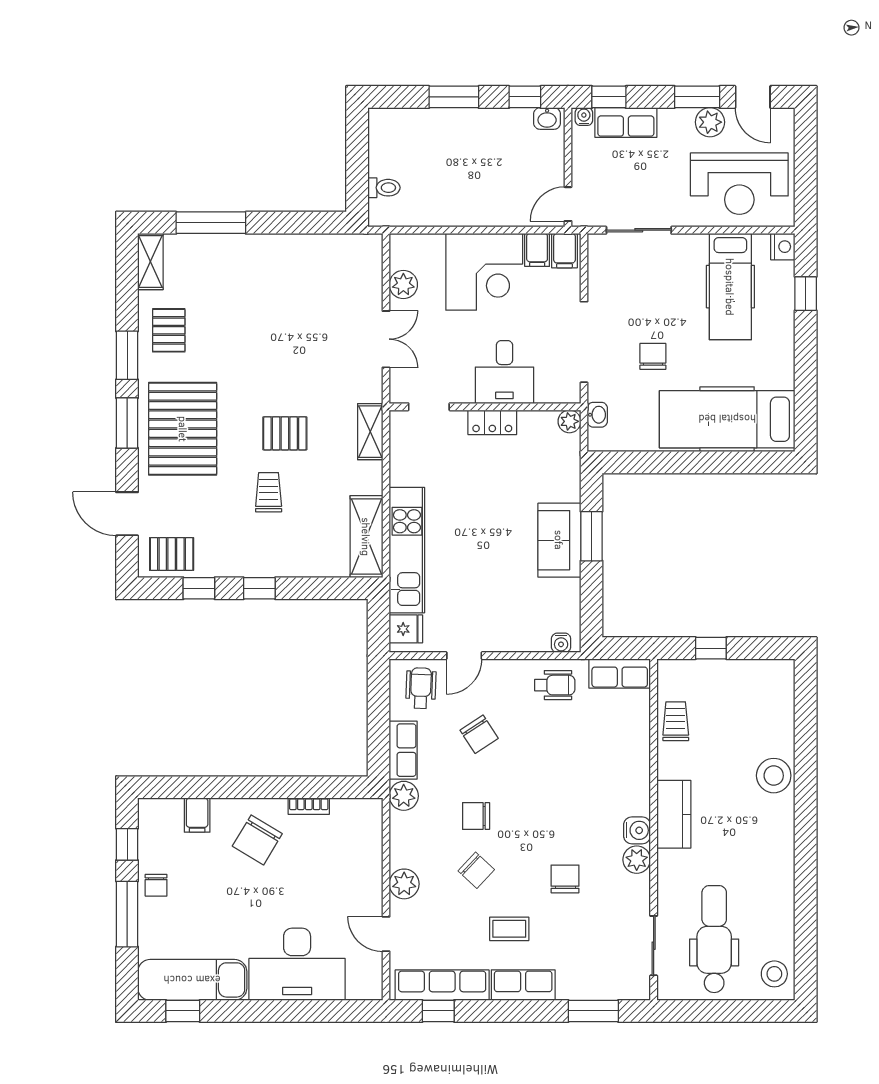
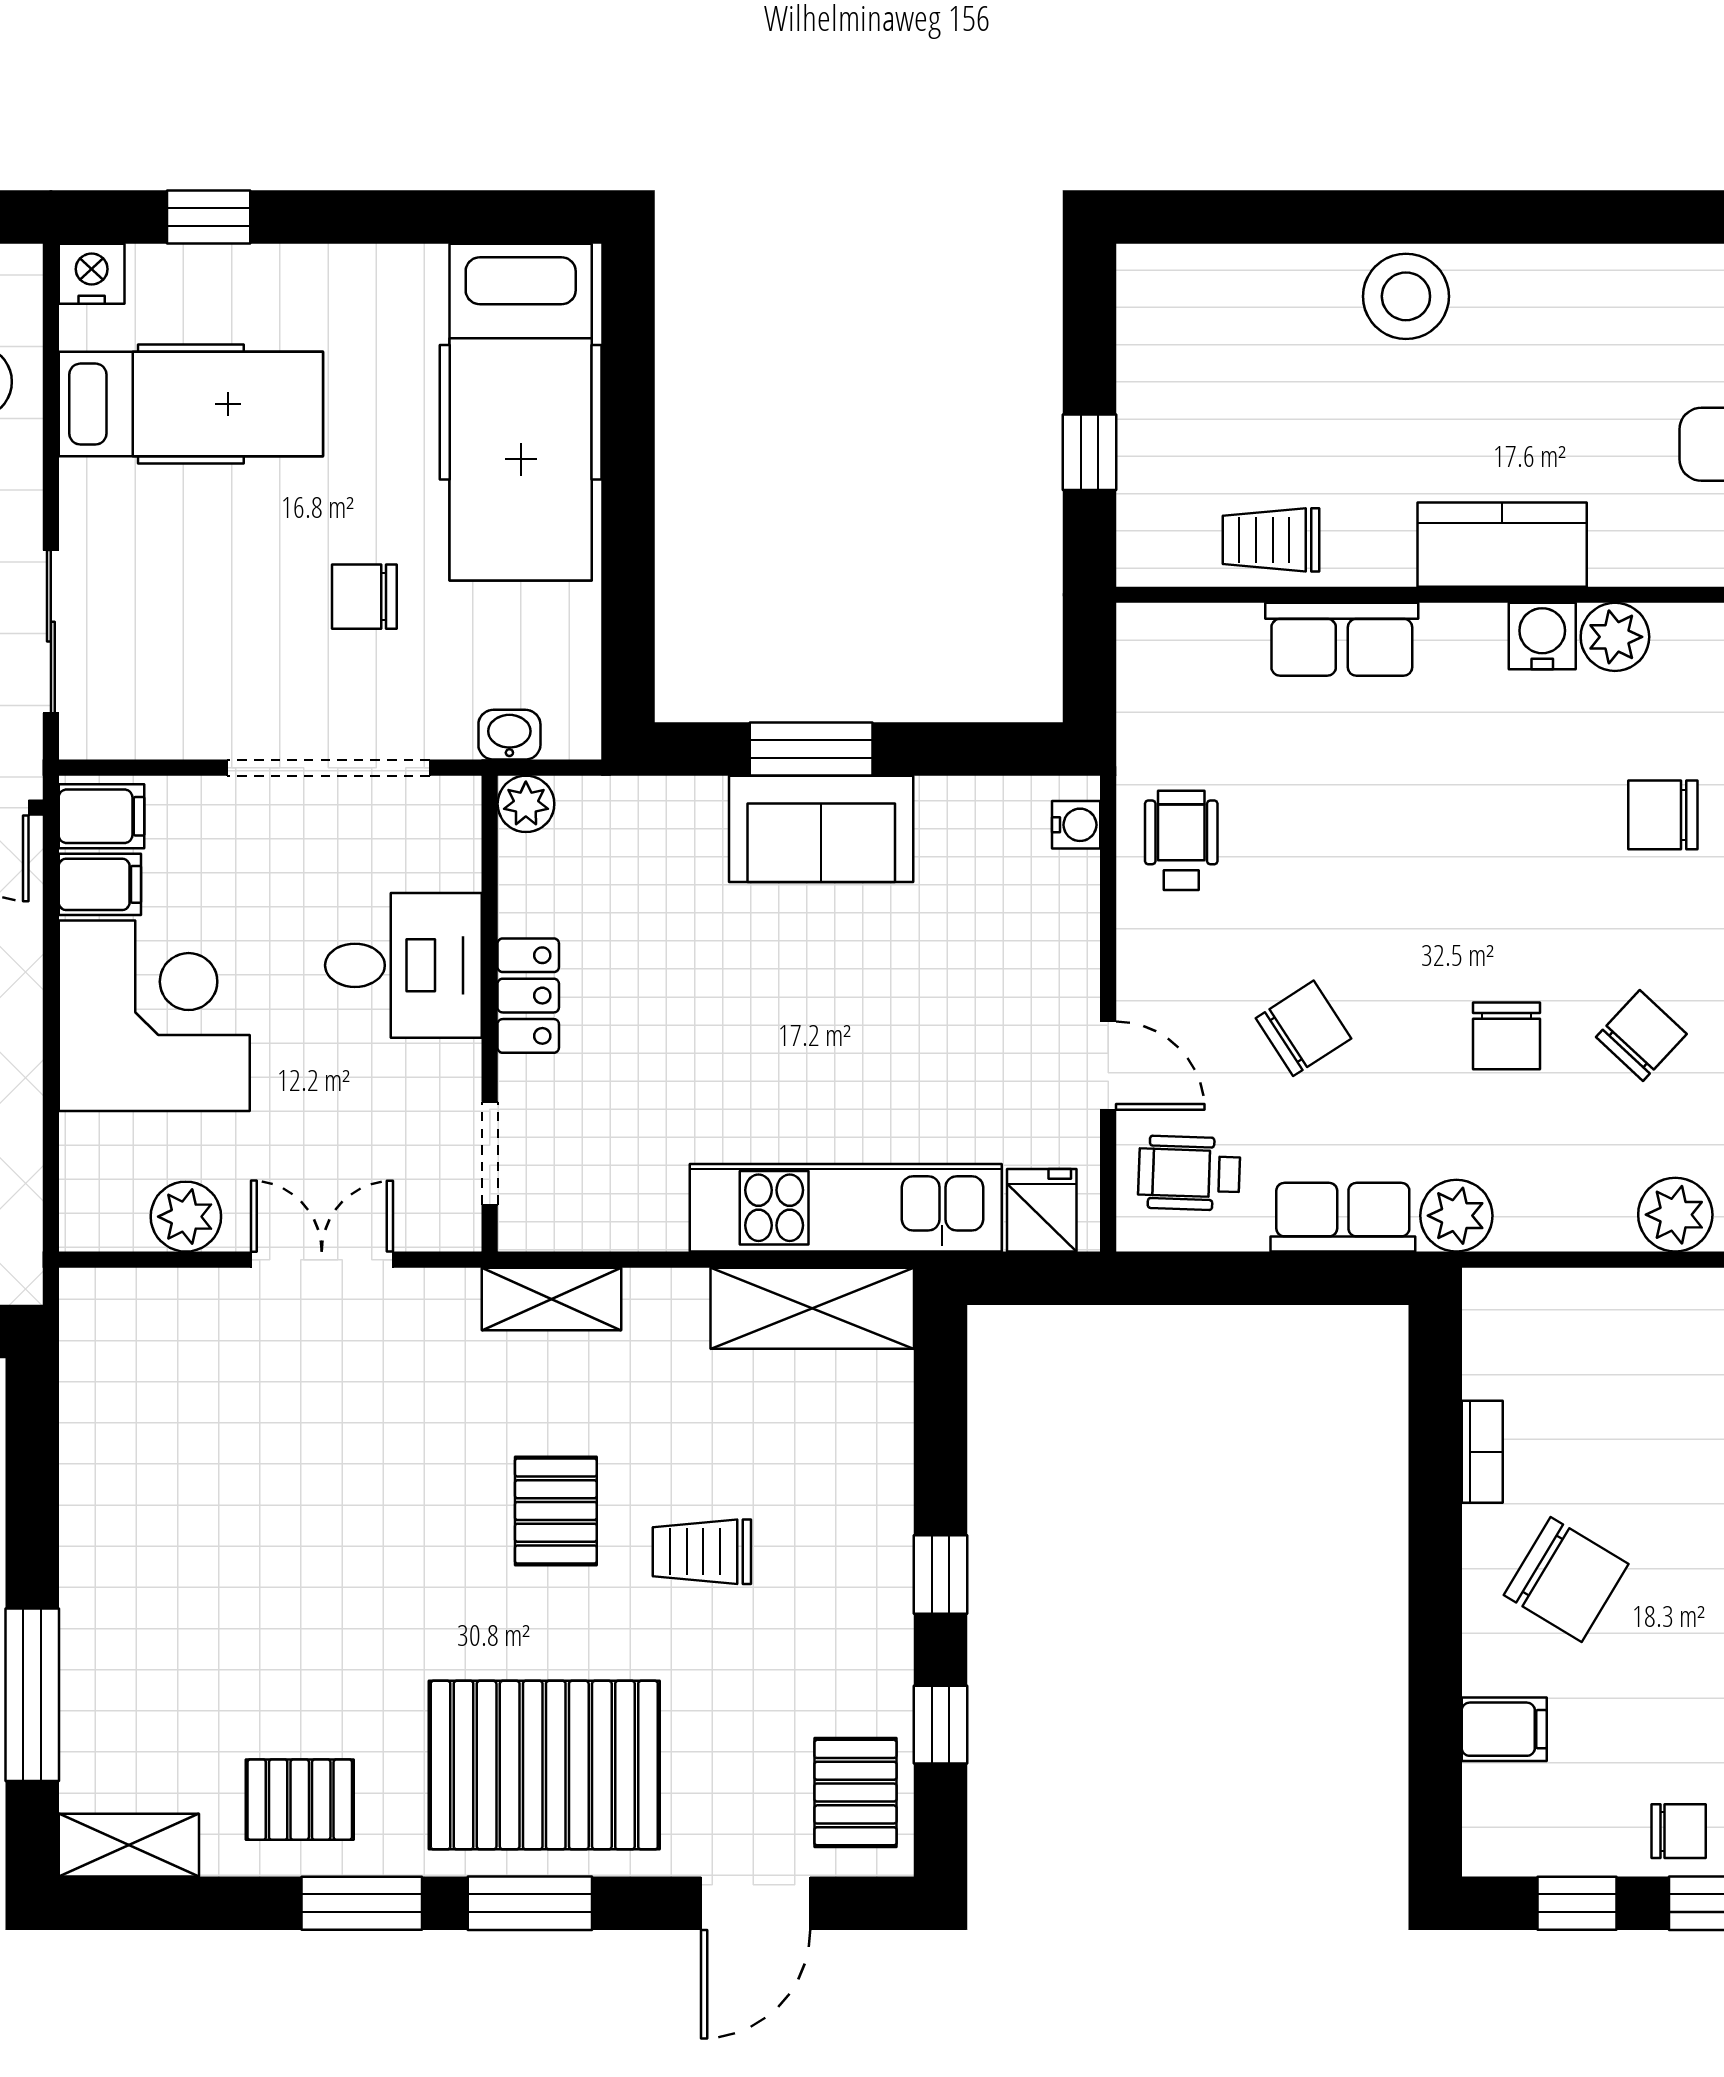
row of seats: (620, 674) -> (1342, 639), moved, turned 90

